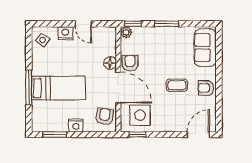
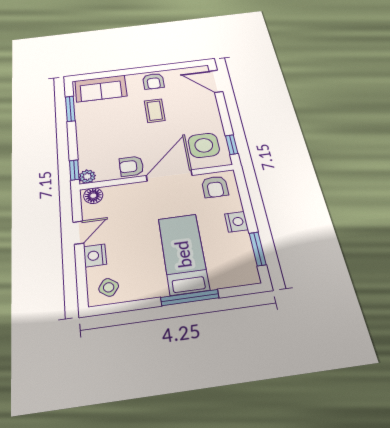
window: (167, 24) -> (70, 109), moved
floor lamp: (110, 63) -> (93, 196), moved
armchair: (105, 117) -> (215, 187), turned -98

